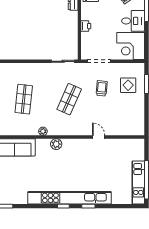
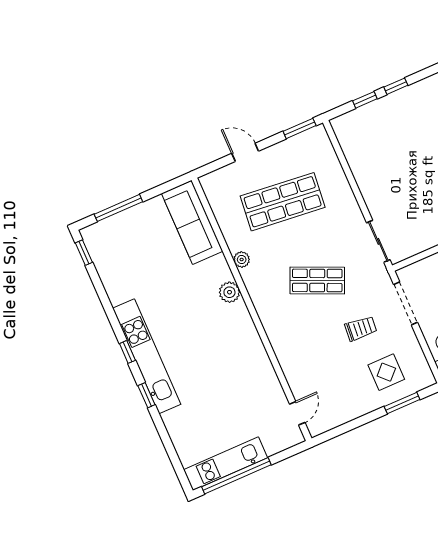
shop shelf: (24, 99) -> (283, 202), width x1.43, depth x1.36
door: (99, 137) -> (297, 413), moved
kitchen unit: (70, 198) -> (147, 356), width x0.73

